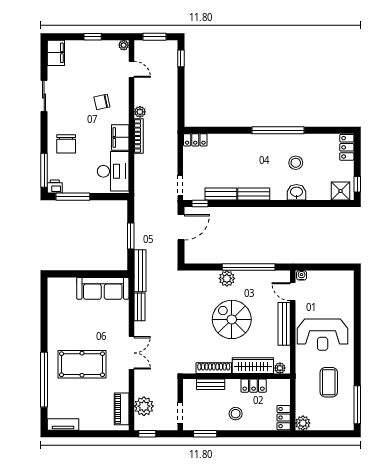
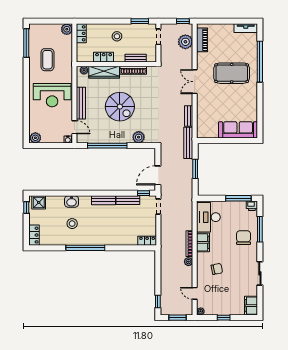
window: (44, 170) -> (260, 229), moved
plant: (227, 278) -> (139, 137), moved
plant: (345, 278) -> (35, 138), added
sofa: (103, 288) -> (238, 130), moved
reception desk: (323, 335) -> (52, 95), turned 180

